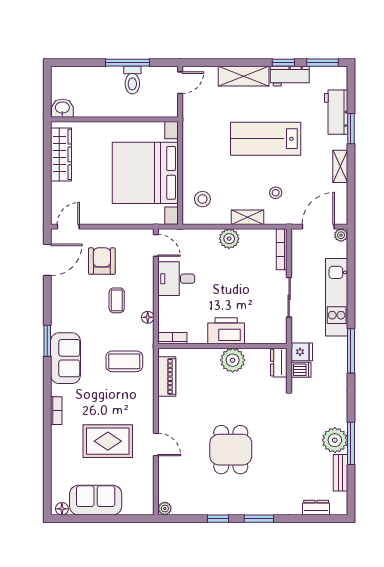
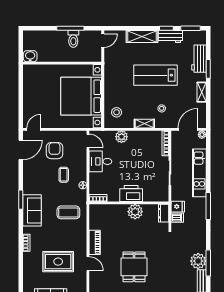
wardrobe: (61, 154) -> (29, 85), removed
plant: (229, 239) -> (122, 137), moved
piano: (167, 377) -> (95, 242), moved

